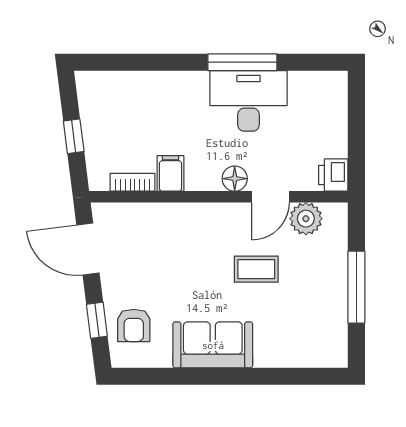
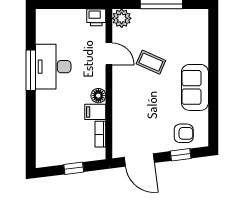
floor lamp: (235, 179) -> (98, 96), moved
plant: (306, 219) -> (122, 18), moved
door: (88, 249) -> (139, 160), hinge flipped
coffee table: (256, 269) -> (151, 62), turned -66

